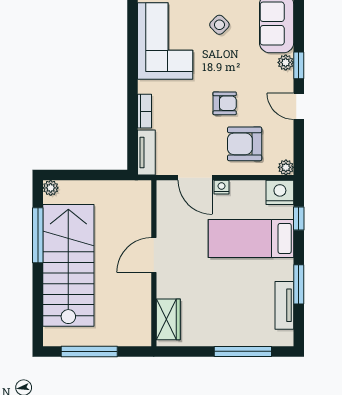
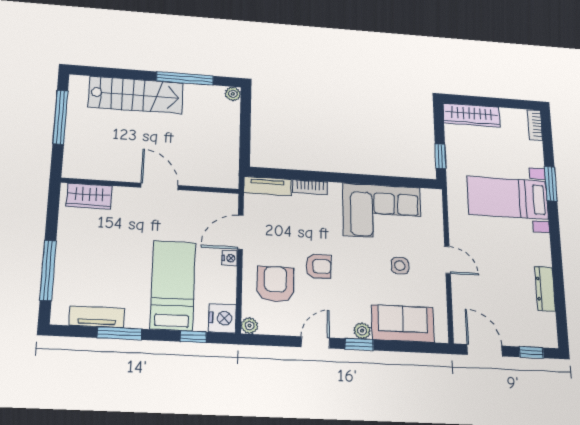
side table: (219, 25) -> (400, 266), turned 45
armchair: (225, 103) -> (318, 266), turned -90
stairs: (68, 265) -> (136, 95), width x0.73, depth x0.66

